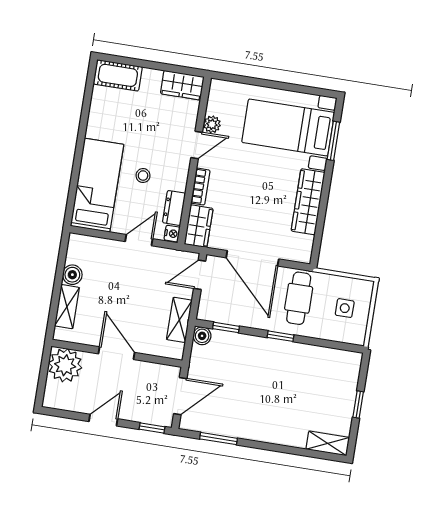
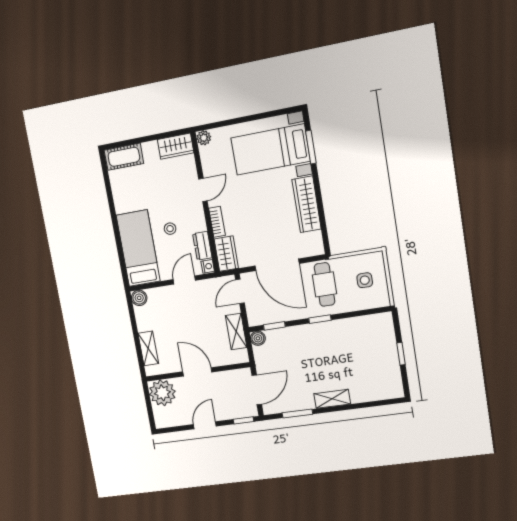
plant: (212, 124) -> (204, 138), moved
boiler: (72, 275) -> (139, 298), moved
shelving: (328, 443) -> (332, 399), moved

